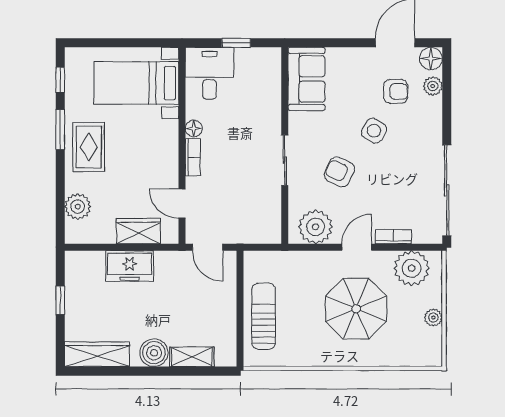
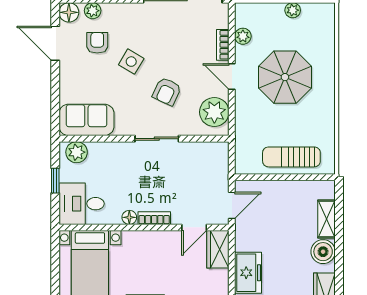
plant: (269, 67) -> (77, 152), added
wardrobe: (138, 231) -> (218, 249), moved
plant: (412, 268) -> (243, 36), width x0.53, depth x0.53

